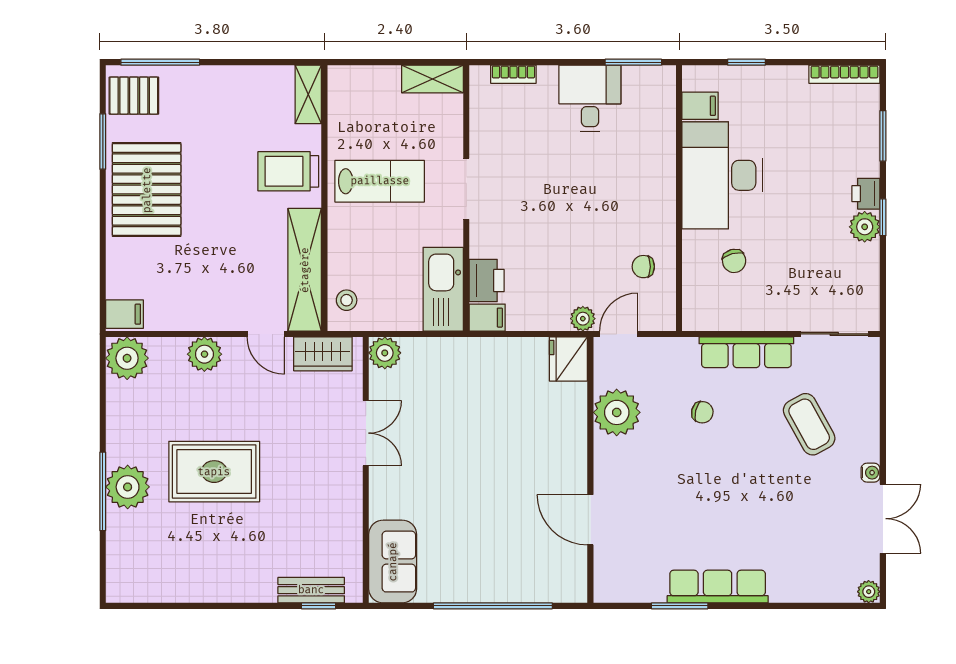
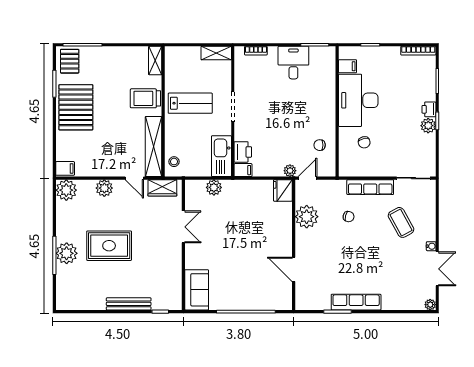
pallet: (134, 96) -> (70, 61), turned 90
plant: (385, 353) -> (214, 187), moved
bench: (311, 590) -> (129, 304), moved, width x1.36

